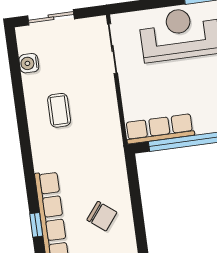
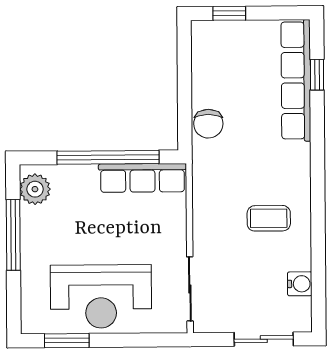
coffee table: (59, 110) -> (269, 218), turned 90
chair: (102, 216) -> (208, 124), moved, turned -128

